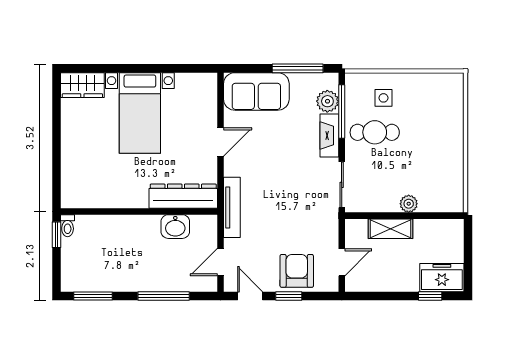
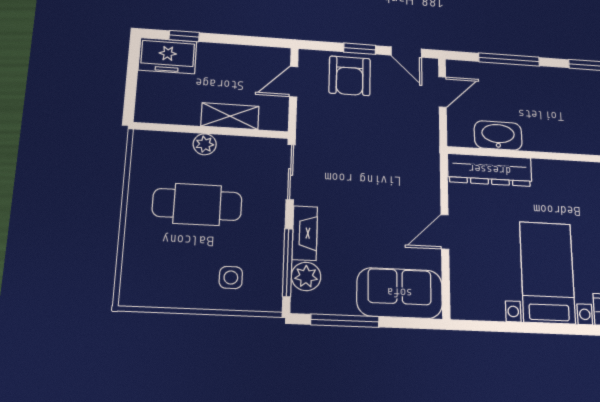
cafe table: (375, 132) -> (197, 204), moved, width x1.37, depth x1.35
tv unit: (232, 207) -> (430, 153), removed
washbasin: (175, 227) -> (498, 135), width x1.38

